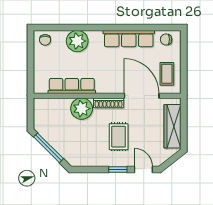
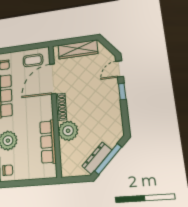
dresser: (50, 137) -> (97, 158), added
rug: (119, 137) -> (91, 94), removed

